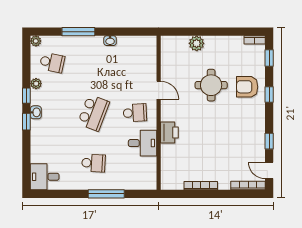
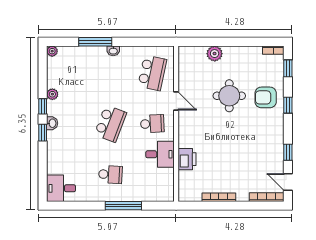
washbasin: (110, 41) -> (113, 51), moved
school desk: (52, 62) -> (152, 73), moved, width x1.85
printer: (169, 133) -> (187, 159), moved

